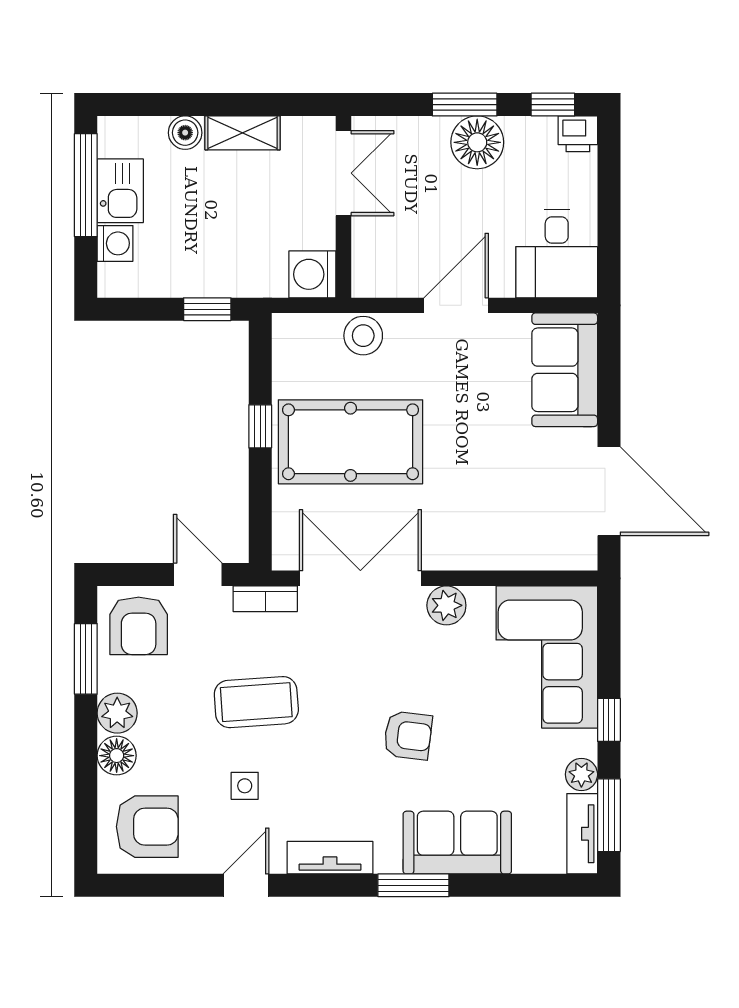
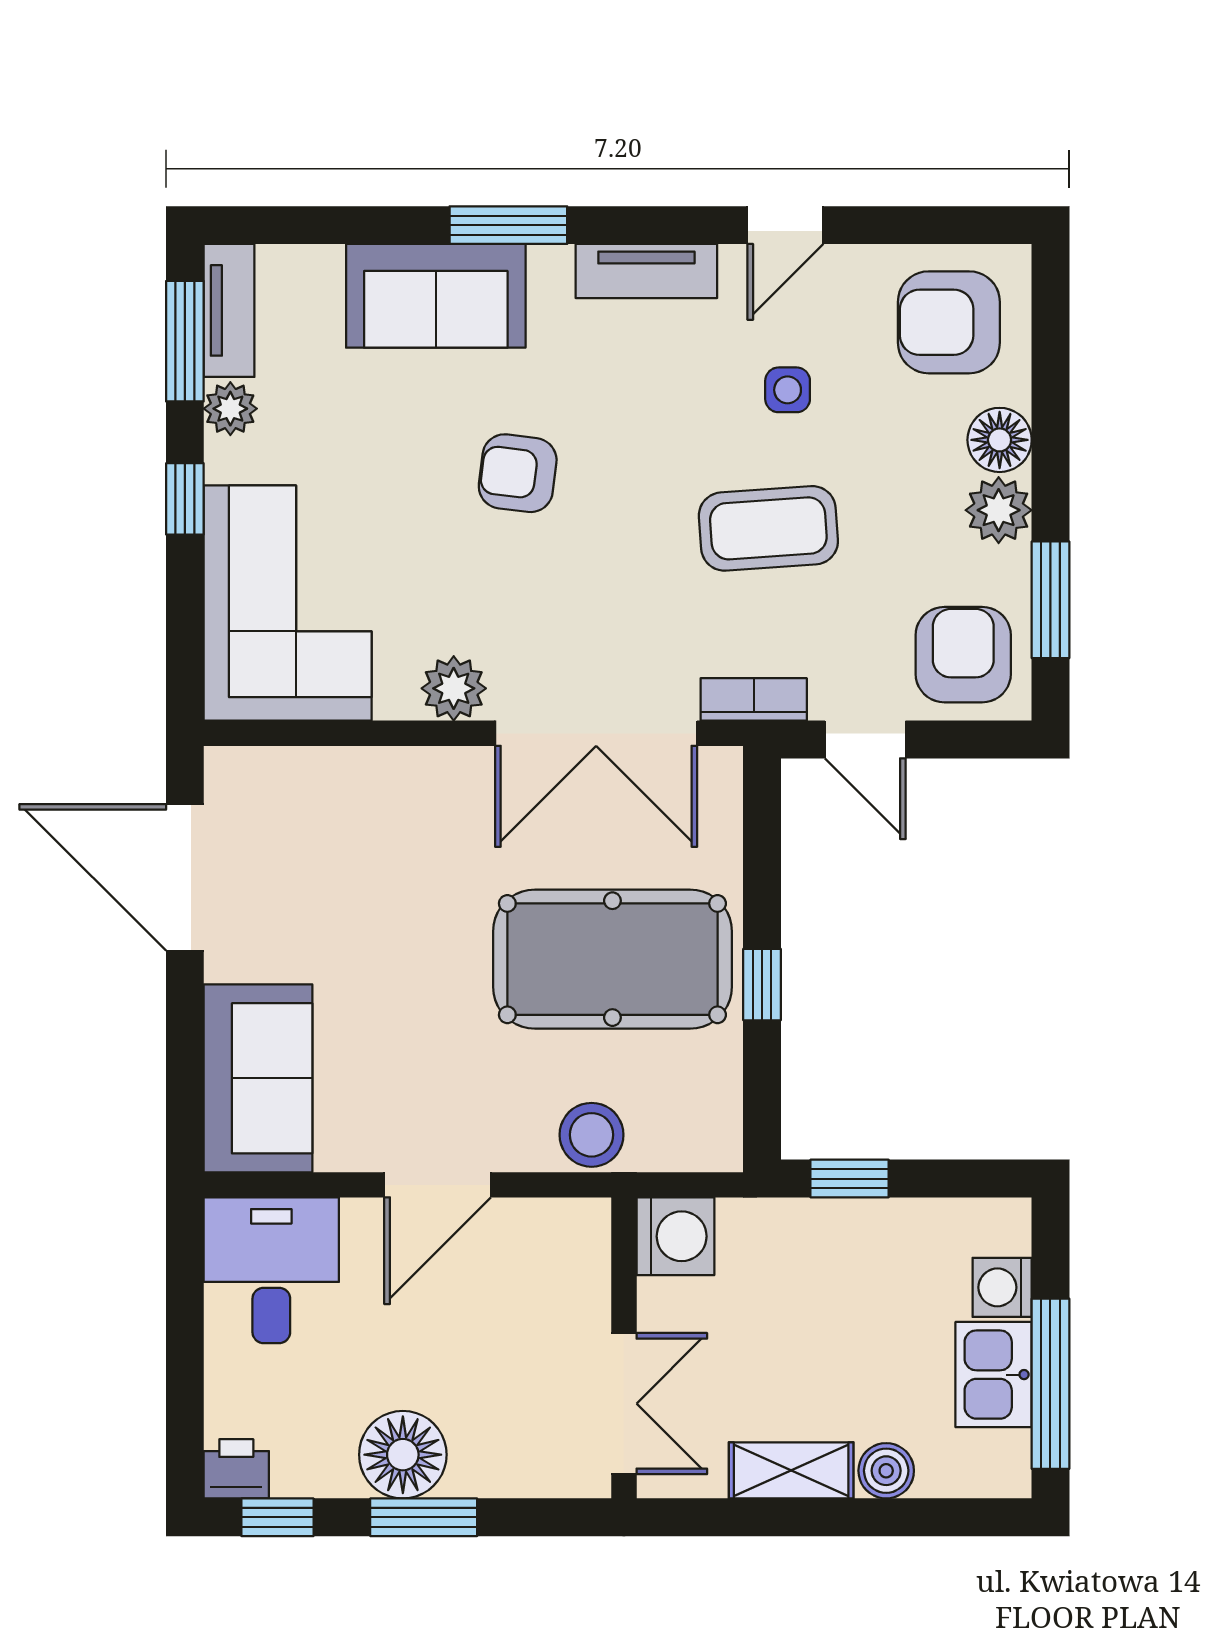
double door: (344, 173) -> (624, 1404), swing flipped

